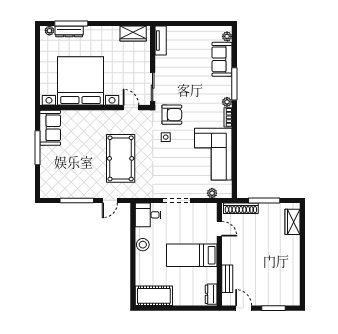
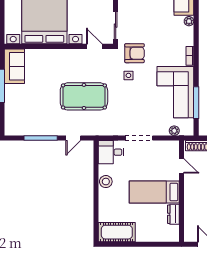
window: (234, 84) -> (196, 103), moved
plant: (227, 102) -> (189, 21), moved
pool table: (121, 158) -> (84, 96), turned 90
bench: (227, 279) -> (189, 215), removed
dresser: (211, 294) -> (173, 214), moved

